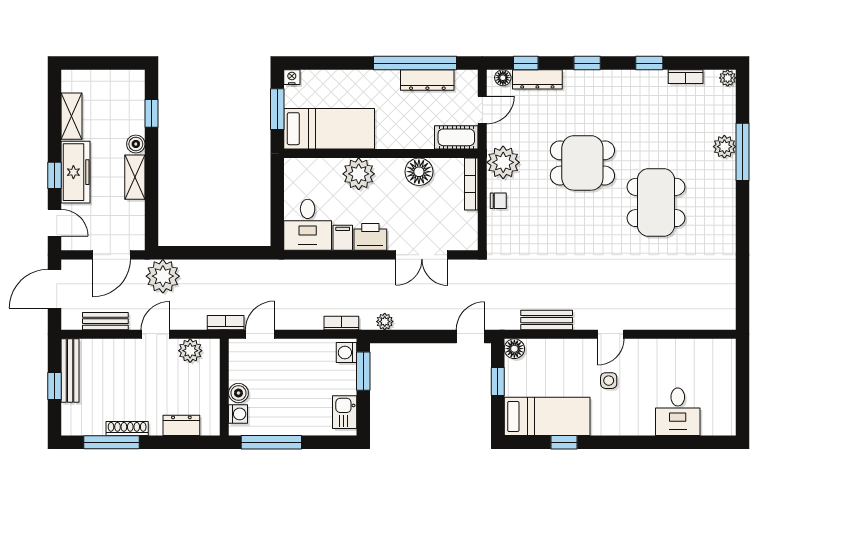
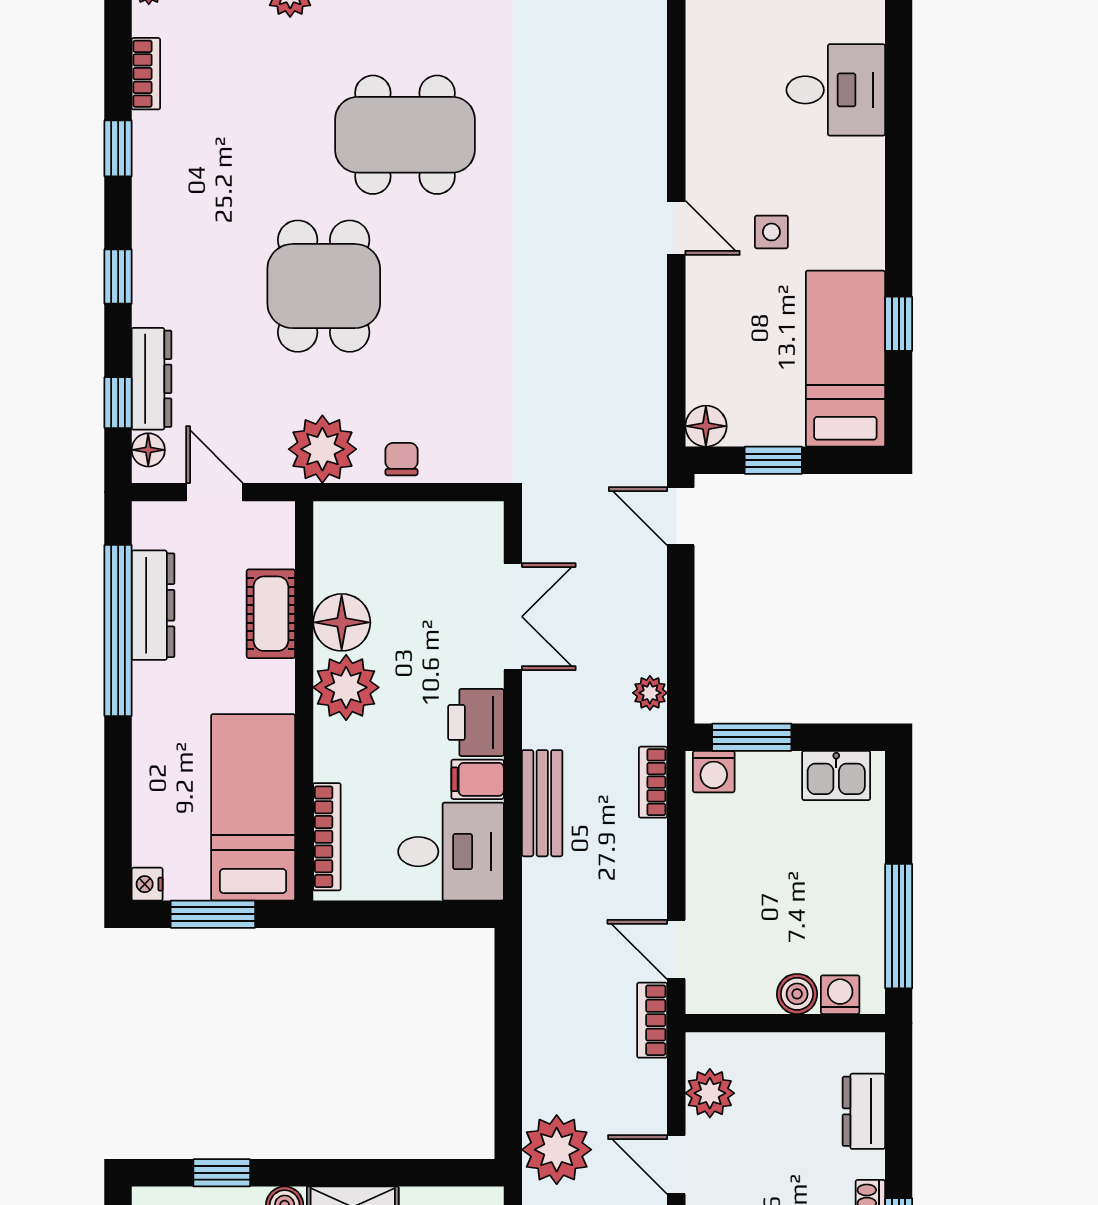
cot: (456, 137) -> (271, 614), moved
plant: (359, 174) -> (346, 687), moved
bookcase: (471, 184) -> (327, 837), moved, turned -90
bench: (547, 320) -> (542, 803), moved

